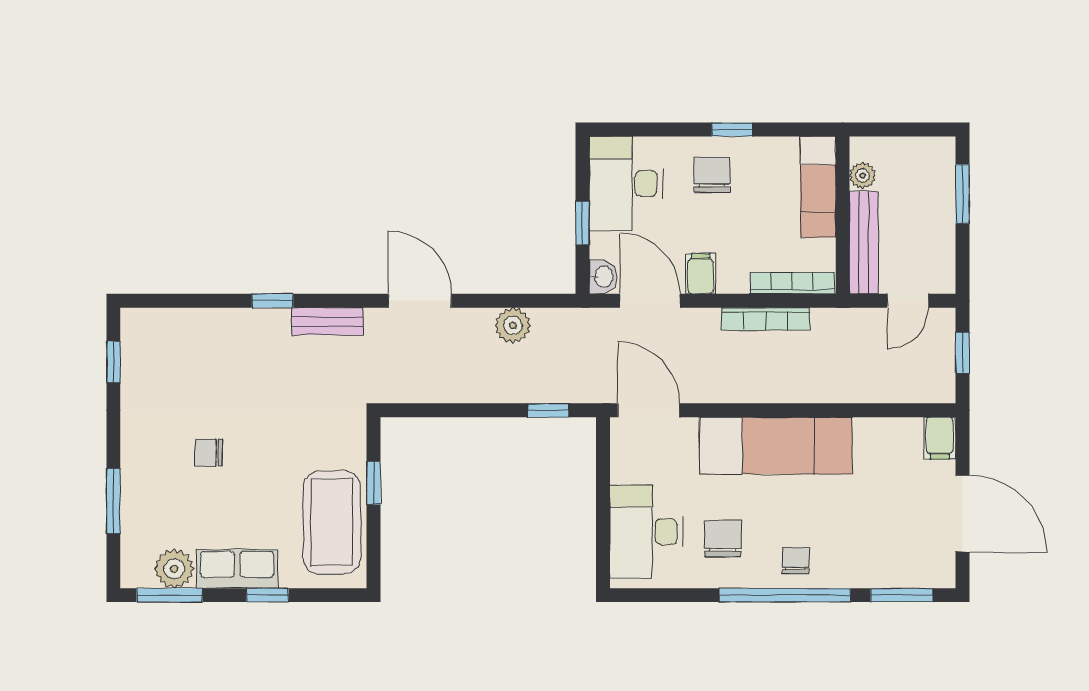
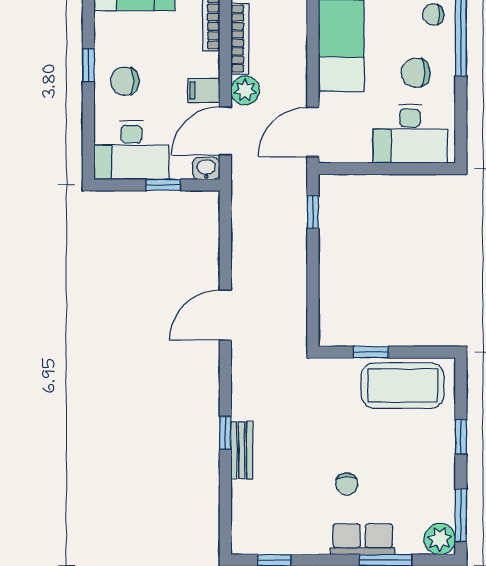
bench: (327, 321) -> (242, 450), moved
plant: (513, 325) -> (245, 90), moved
plant: (174, 569) -> (440, 539), moved
row of seats: (237, 569) -> (363, 539), moved, turned 90

